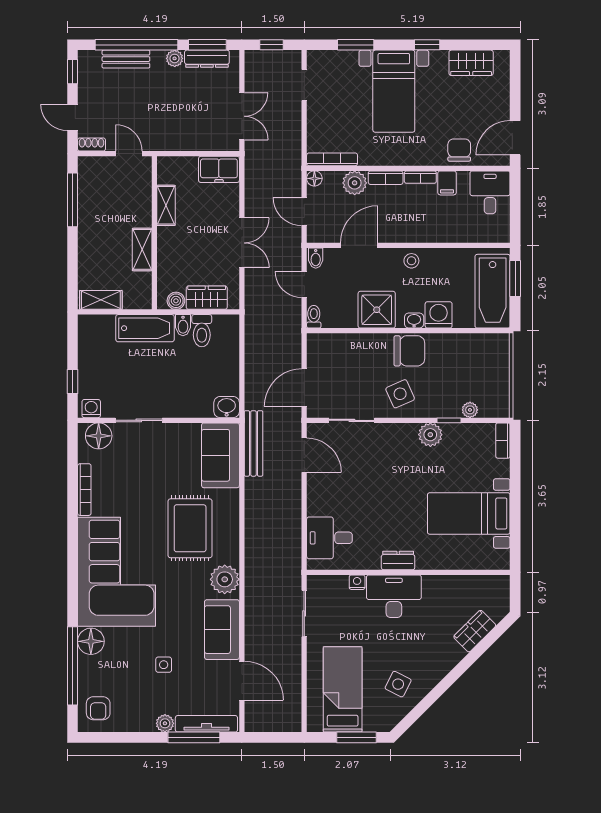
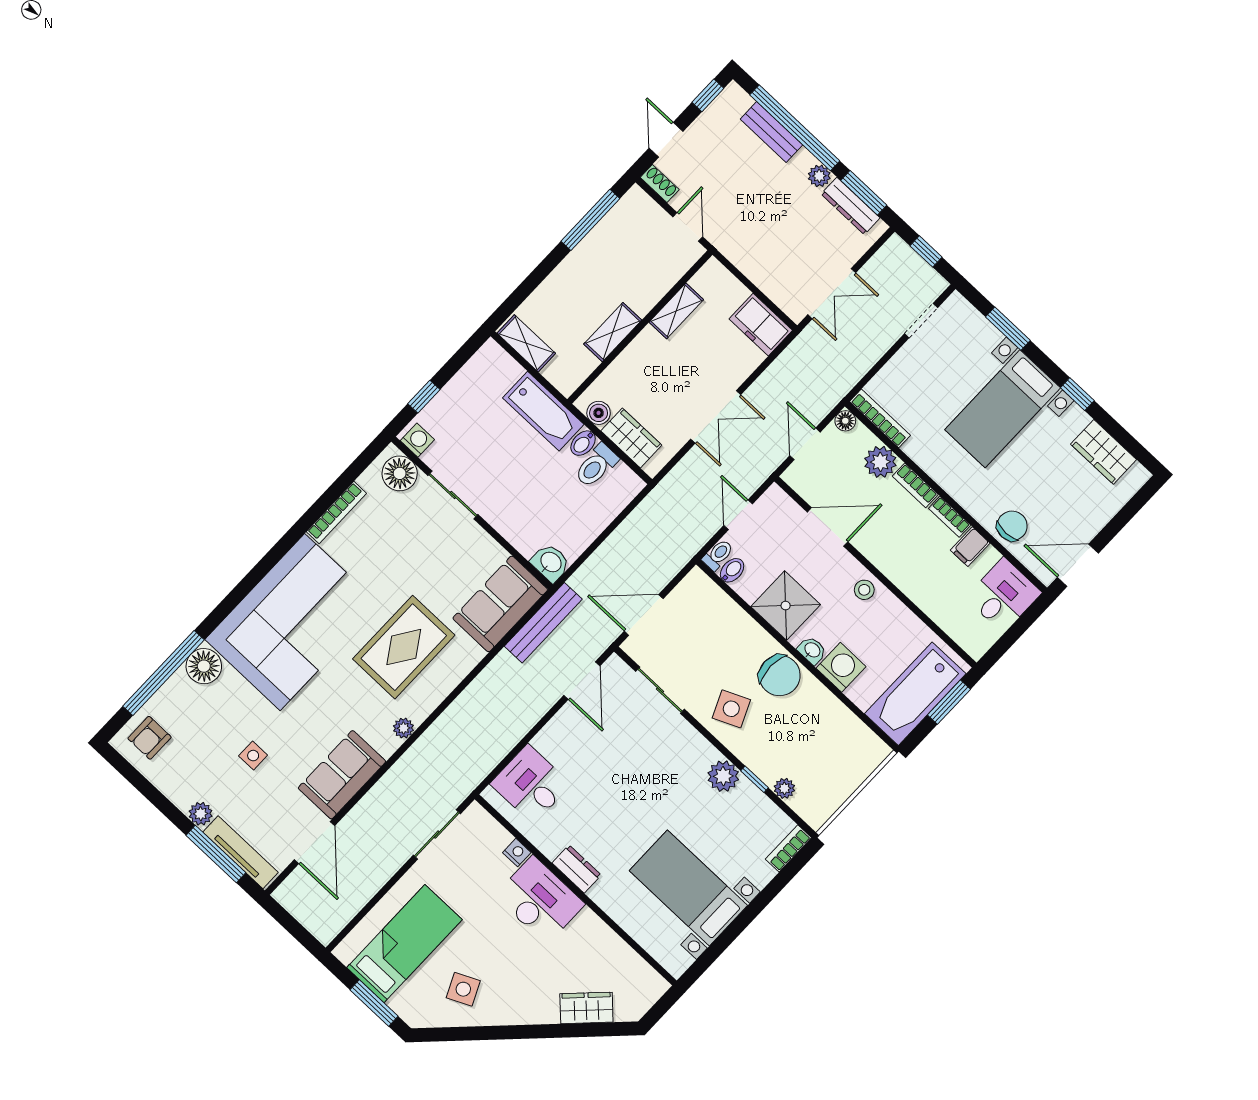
bidet: (316, 258) -> (732, 570), moved, turned 180
plant: (225, 579) -> (404, 728), width x0.53, depth x0.53
side table: (398, 684) -> (463, 989), turned 38

